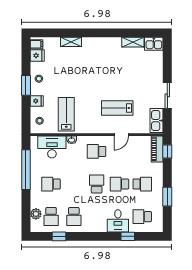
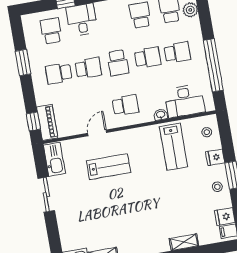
school desk: (74, 184) -> (148, 58), added
school desk: (142, 217) -> (51, 31), turned -90

